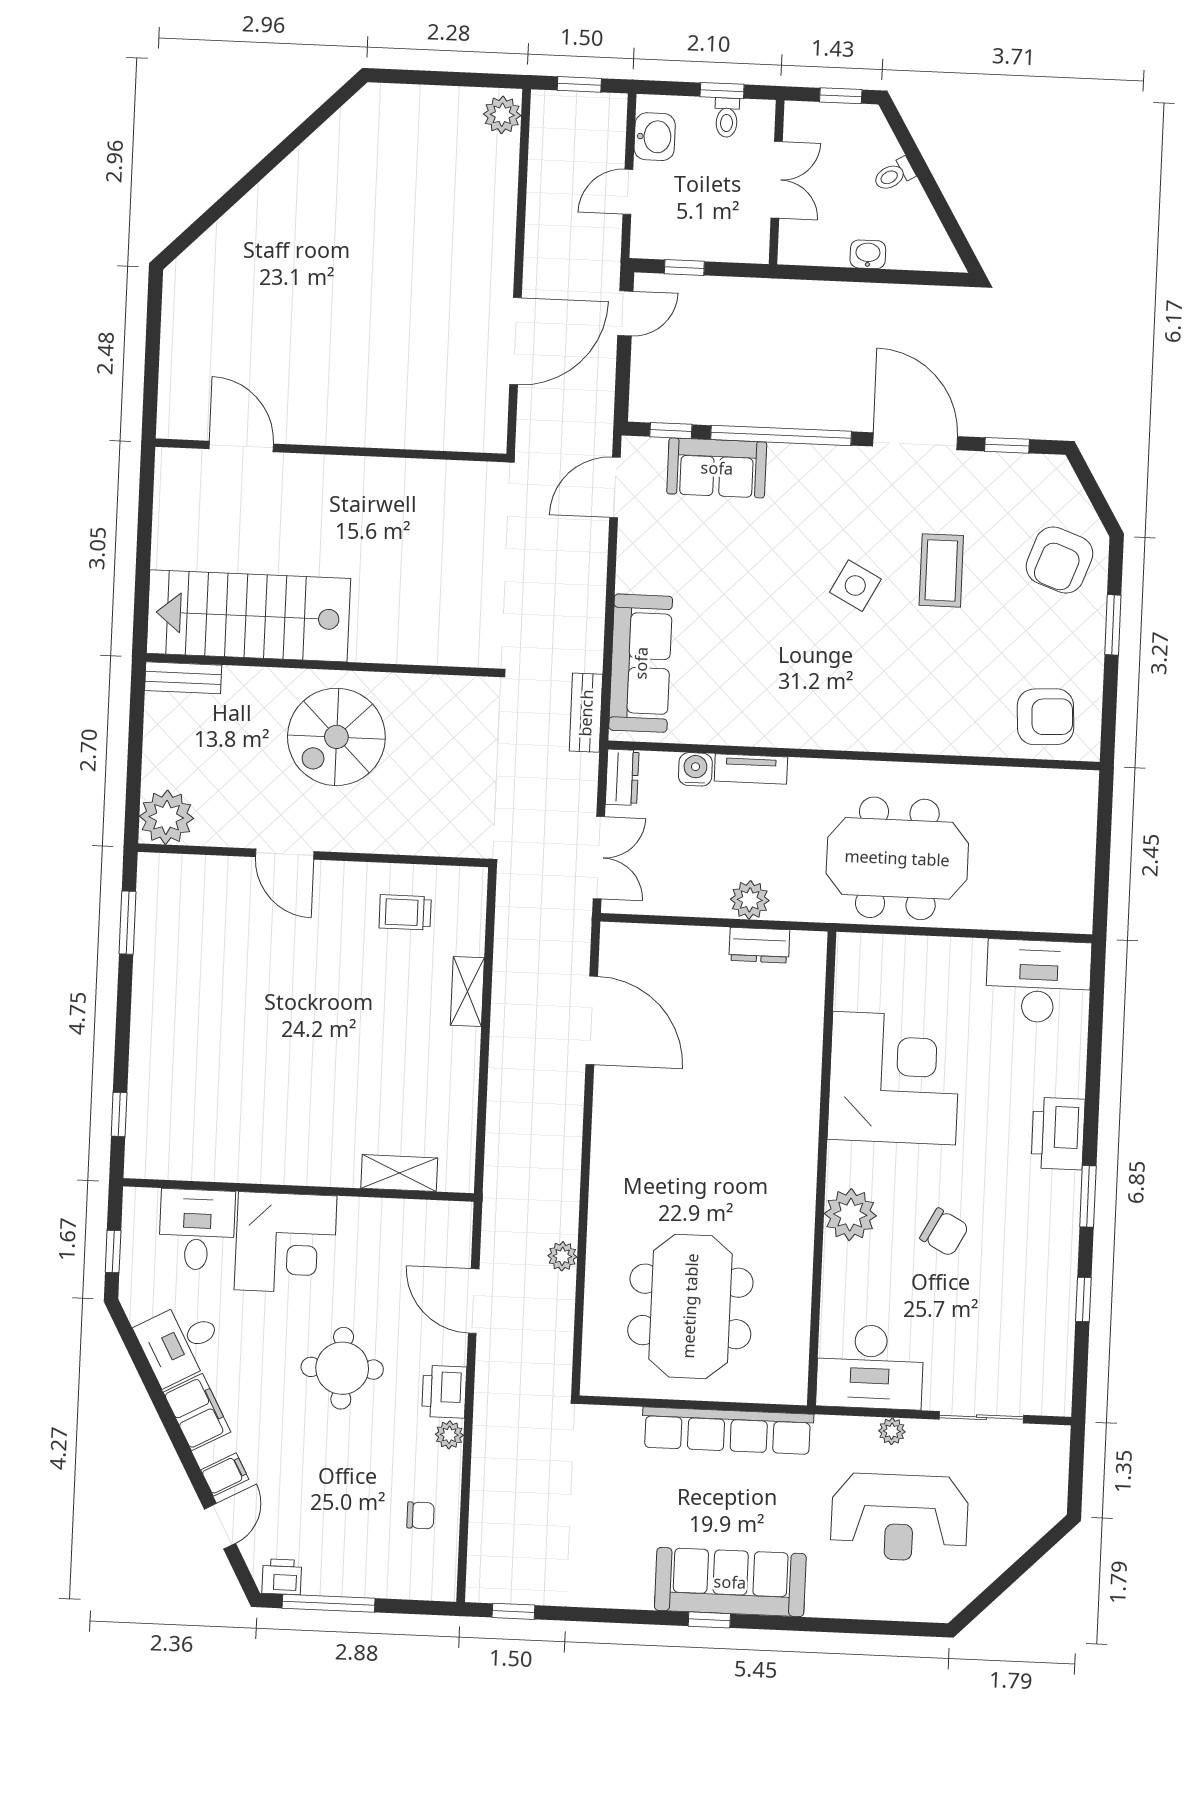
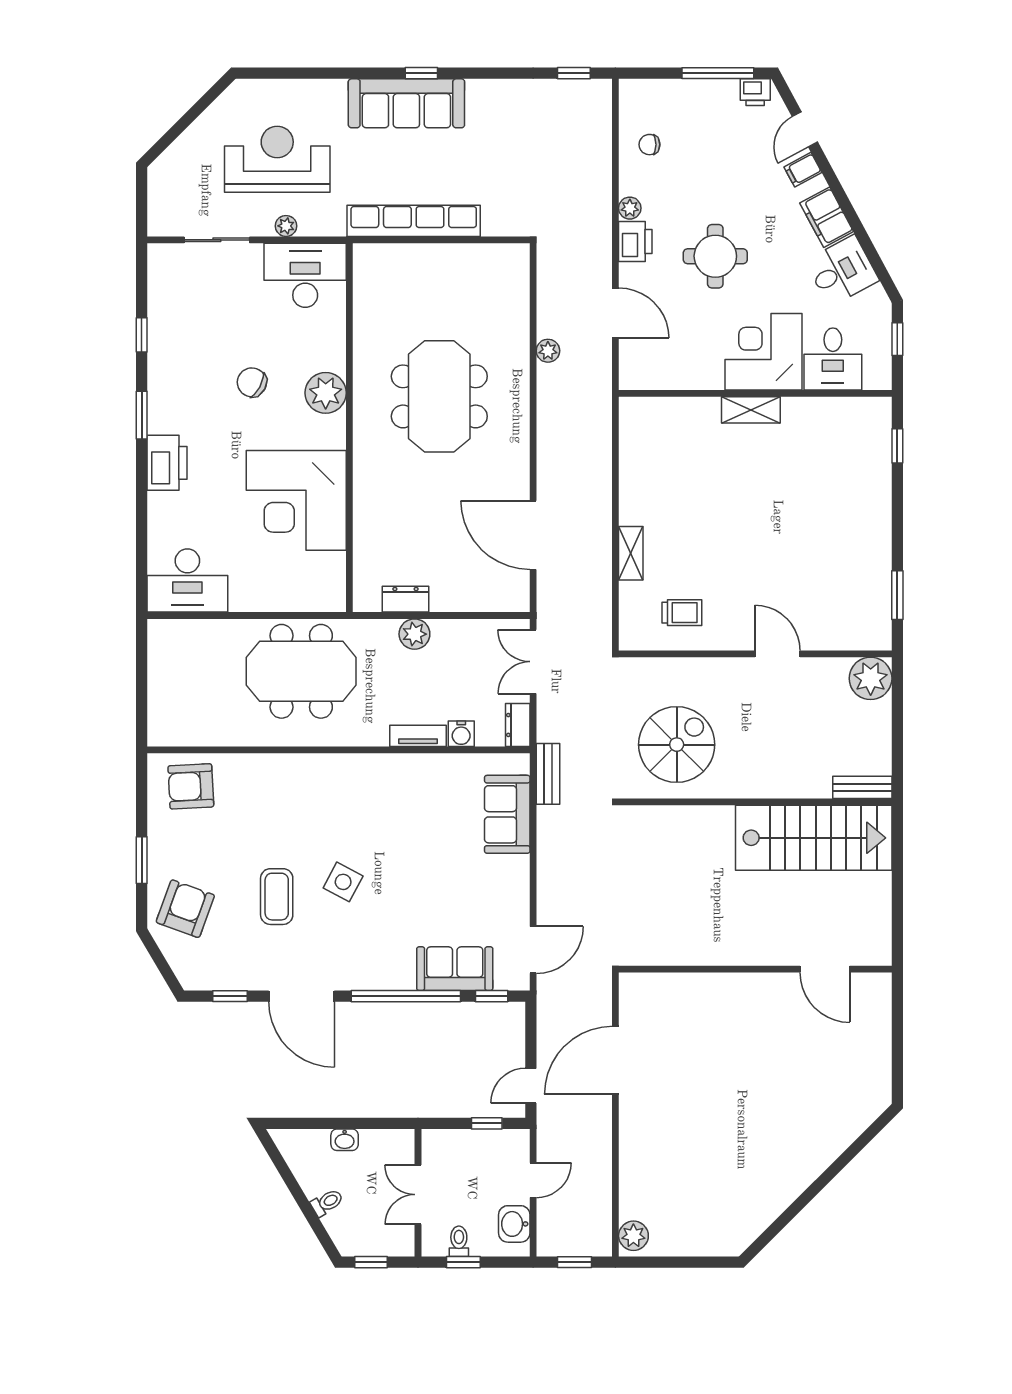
sofa: (641, 663) -> (507, 814), width x0.73
spiral stairs: (336, 737) -> (677, 745), moved
shelving: (399, 1173) -> (751, 410), moved
meeting table: (690, 1306) -> (439, 396), moved

